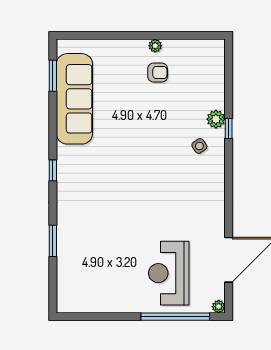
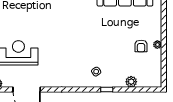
plant: (216, 119) -> (131, 82), moved

